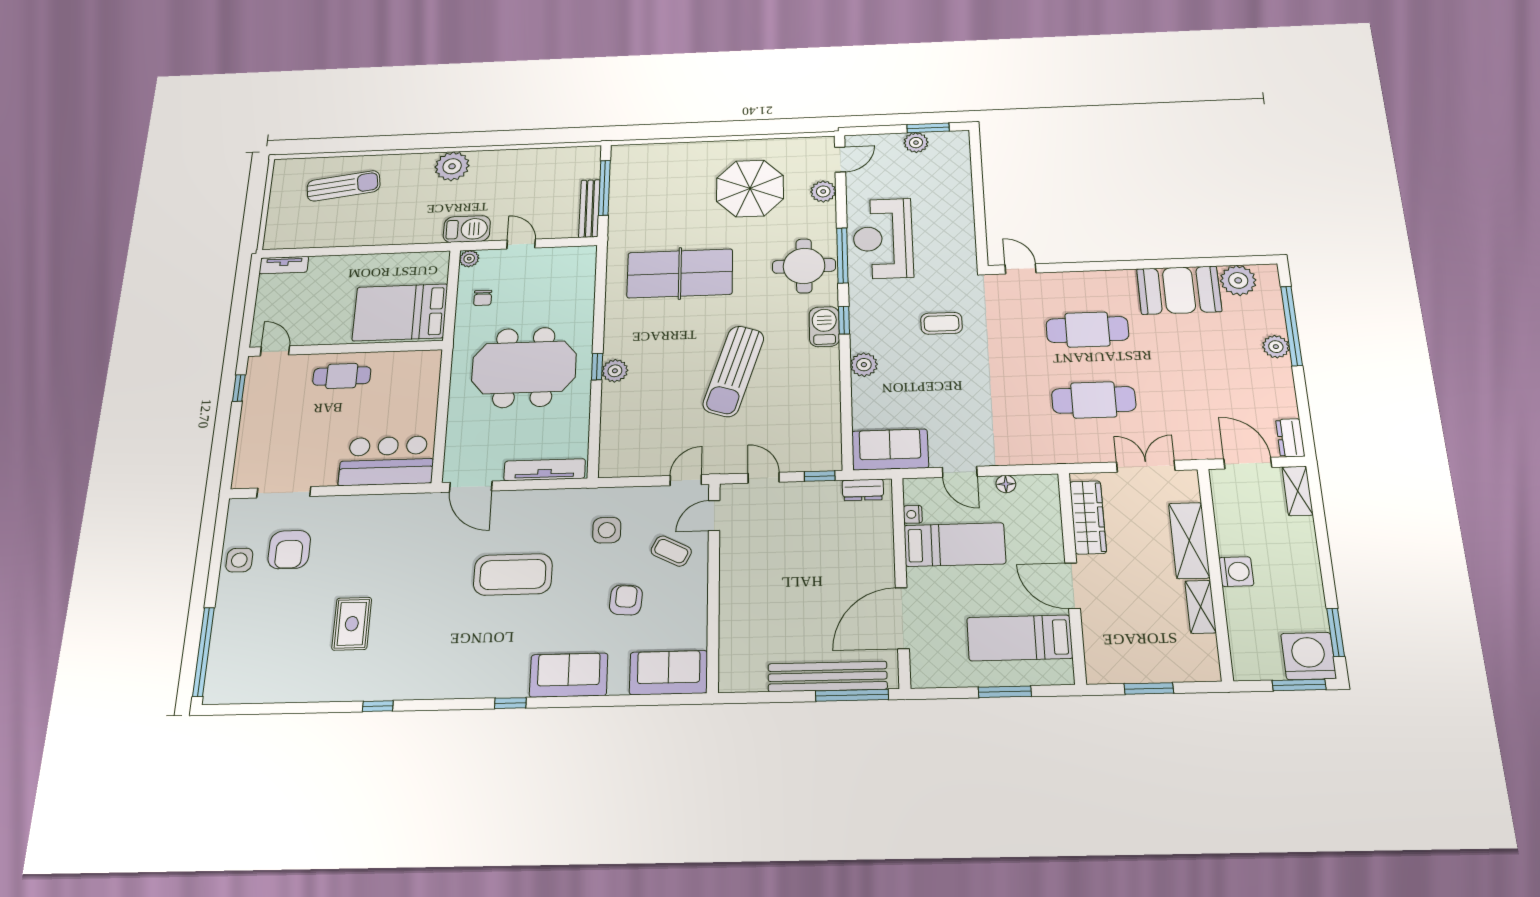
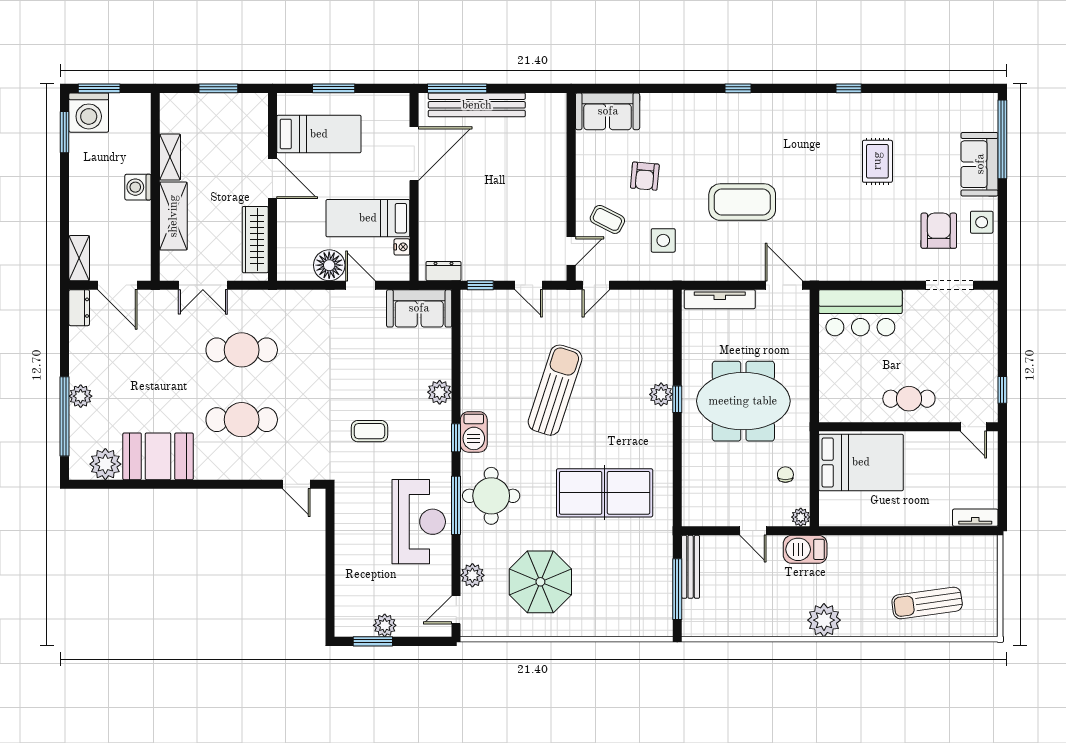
floor lamp: (1006, 484) -> (329, 265), width x1.89, depth x1.89
sofa: (569, 675) -> (980, 164), moved, turned 90

